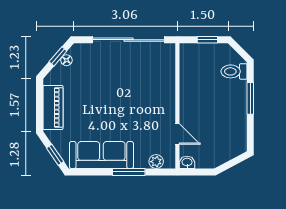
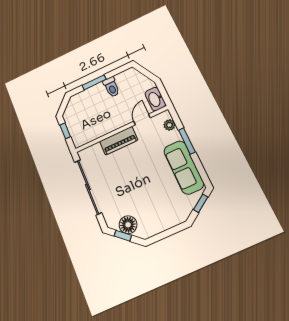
floor lamp: (66, 60) -> (128, 225), width x1.89, depth x1.89
toilet: (234, 71) -> (111, 87), moved
piano: (53, 107) -> (119, 141), moved, turned 180
washbasin: (187, 162) -> (155, 99), width x1.91, depth x1.45

